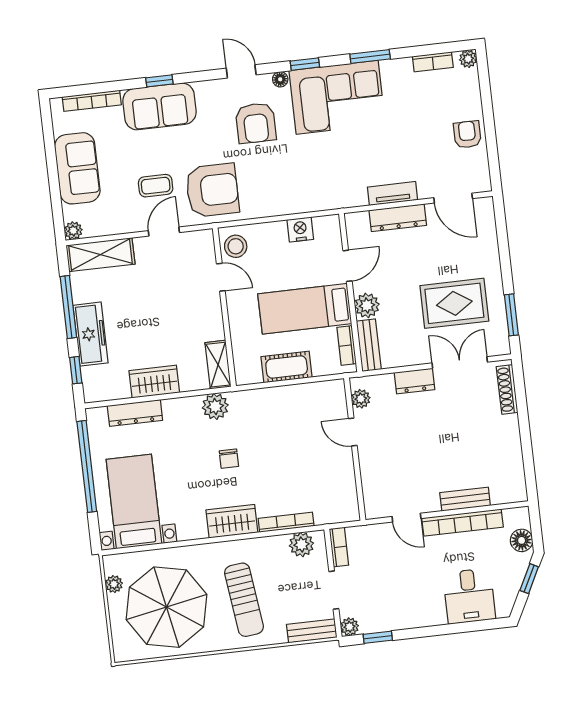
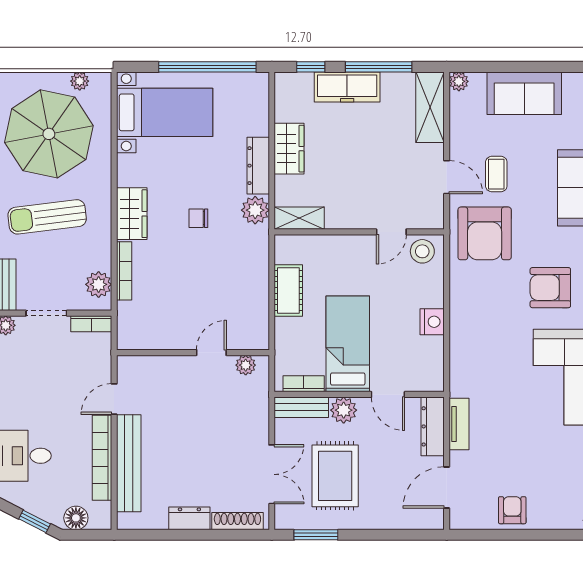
armchair: (467, 135) -> (512, 510), turned -90
door: (347, 266) -> (388, 394), moved
wall: (351, 293) -> (359, 394), moved
plant: (367, 305) -> (344, 410), moved
bed: (305, 309) -> (348, 344), moved
bench: (369, 345) -> (301, 407), moved
bookcase: (347, 346) -> (304, 384), moved
dresser: (414, 381) -> (189, 518), moved, turned 90
dresser: (135, 413) -> (258, 166), moved
bench: (465, 499) -> (129, 463), width x1.86, depth x1.21

